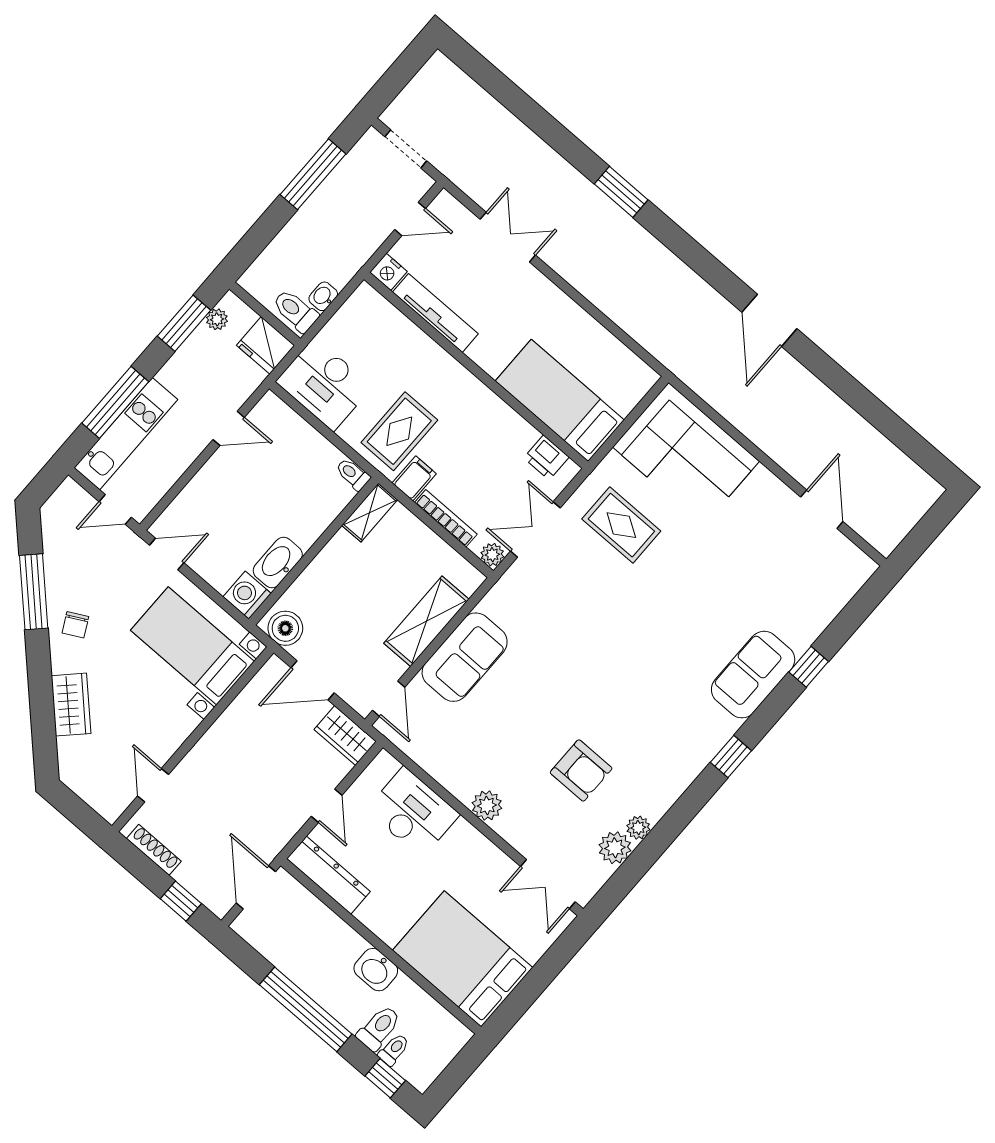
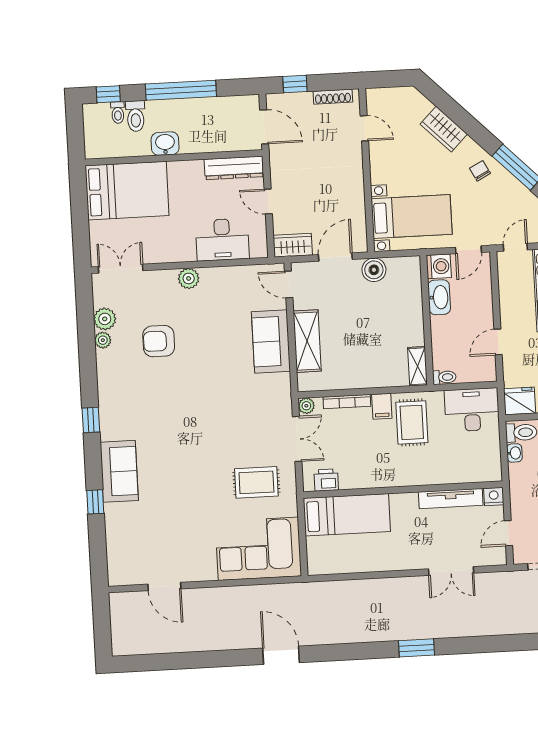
toilet: (353, 474) -> (444, 377), moved
shelving: (370, 513) -> (417, 366), moved
wall: (314, 551) -> (427, 320), moved
washbasin: (278, 563) -> (439, 297), moved
washing machine: (247, 595) -> (439, 266), moved

